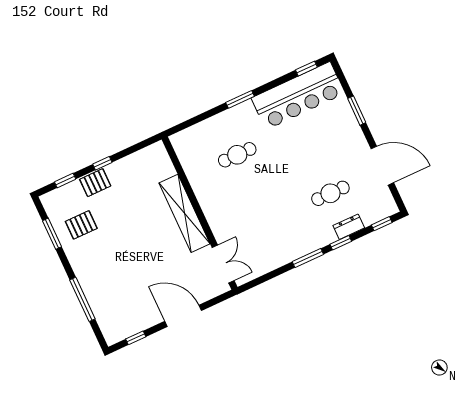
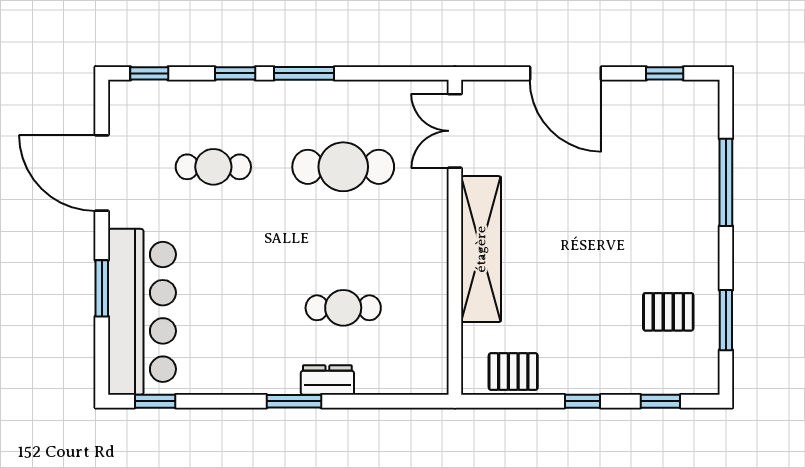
bar counter: (298, 96) -> (142, 312), moved, turned 90
pallet: (95, 183) -> (513, 371), moved
cafe table: (268, 222) -> (343, 167), added
dresser: (349, 227) -> (327, 380), moved, turned 180

